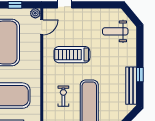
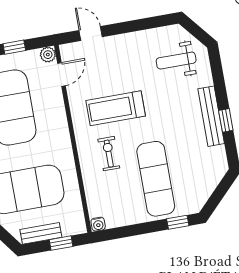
bench: (131, 86) -> (211, 116), moved
exercise bike: (63, 96) -> (109, 154), moved

